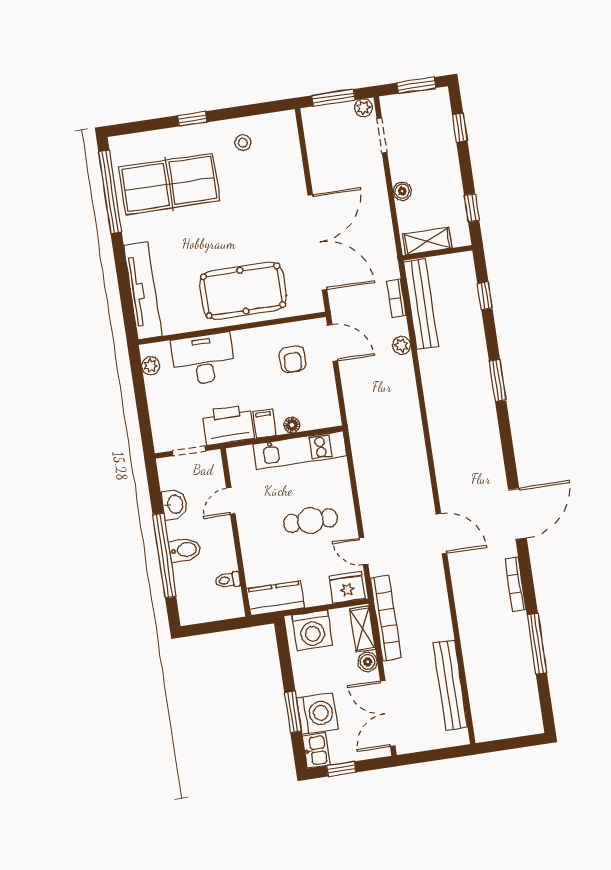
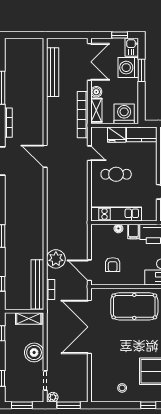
boiler: (402, 191) -> (34, 352), width x1.86, depth x1.86
plant: (402, 345) -> (56, 259), width x1.87, depth x1.87
armchair: (292, 359) -> (113, 265), turned 180
fridge: (347, 587) -> (117, 135), moved

